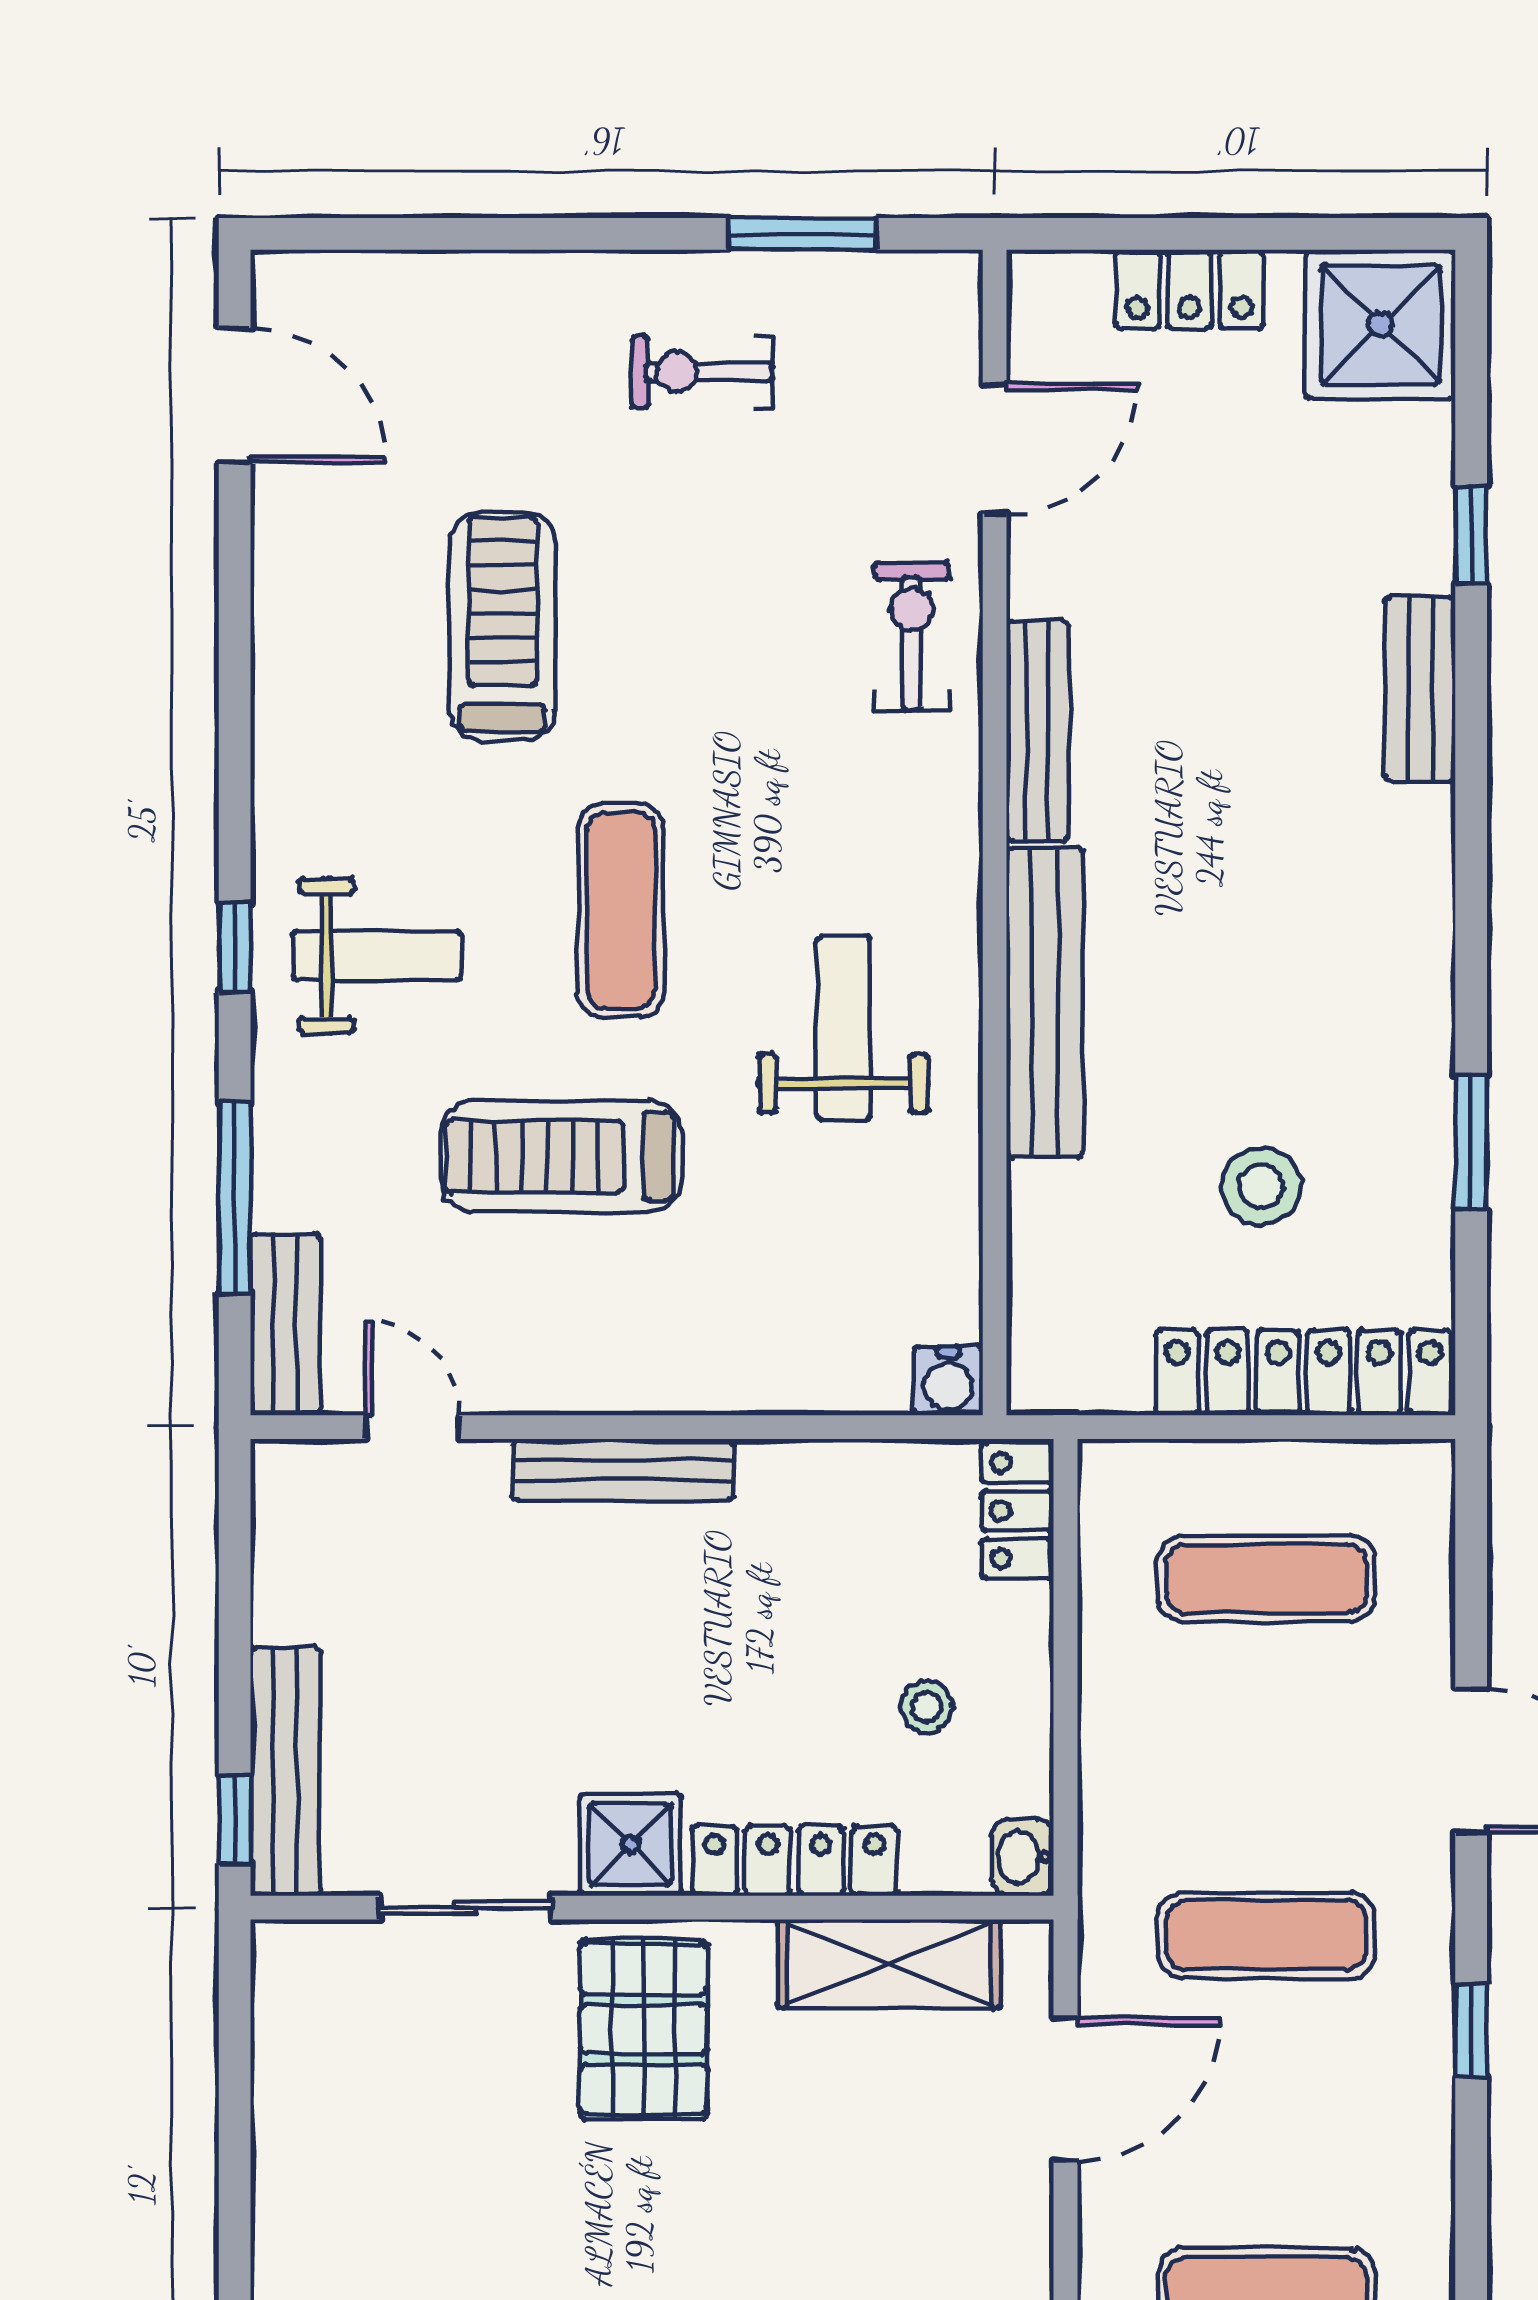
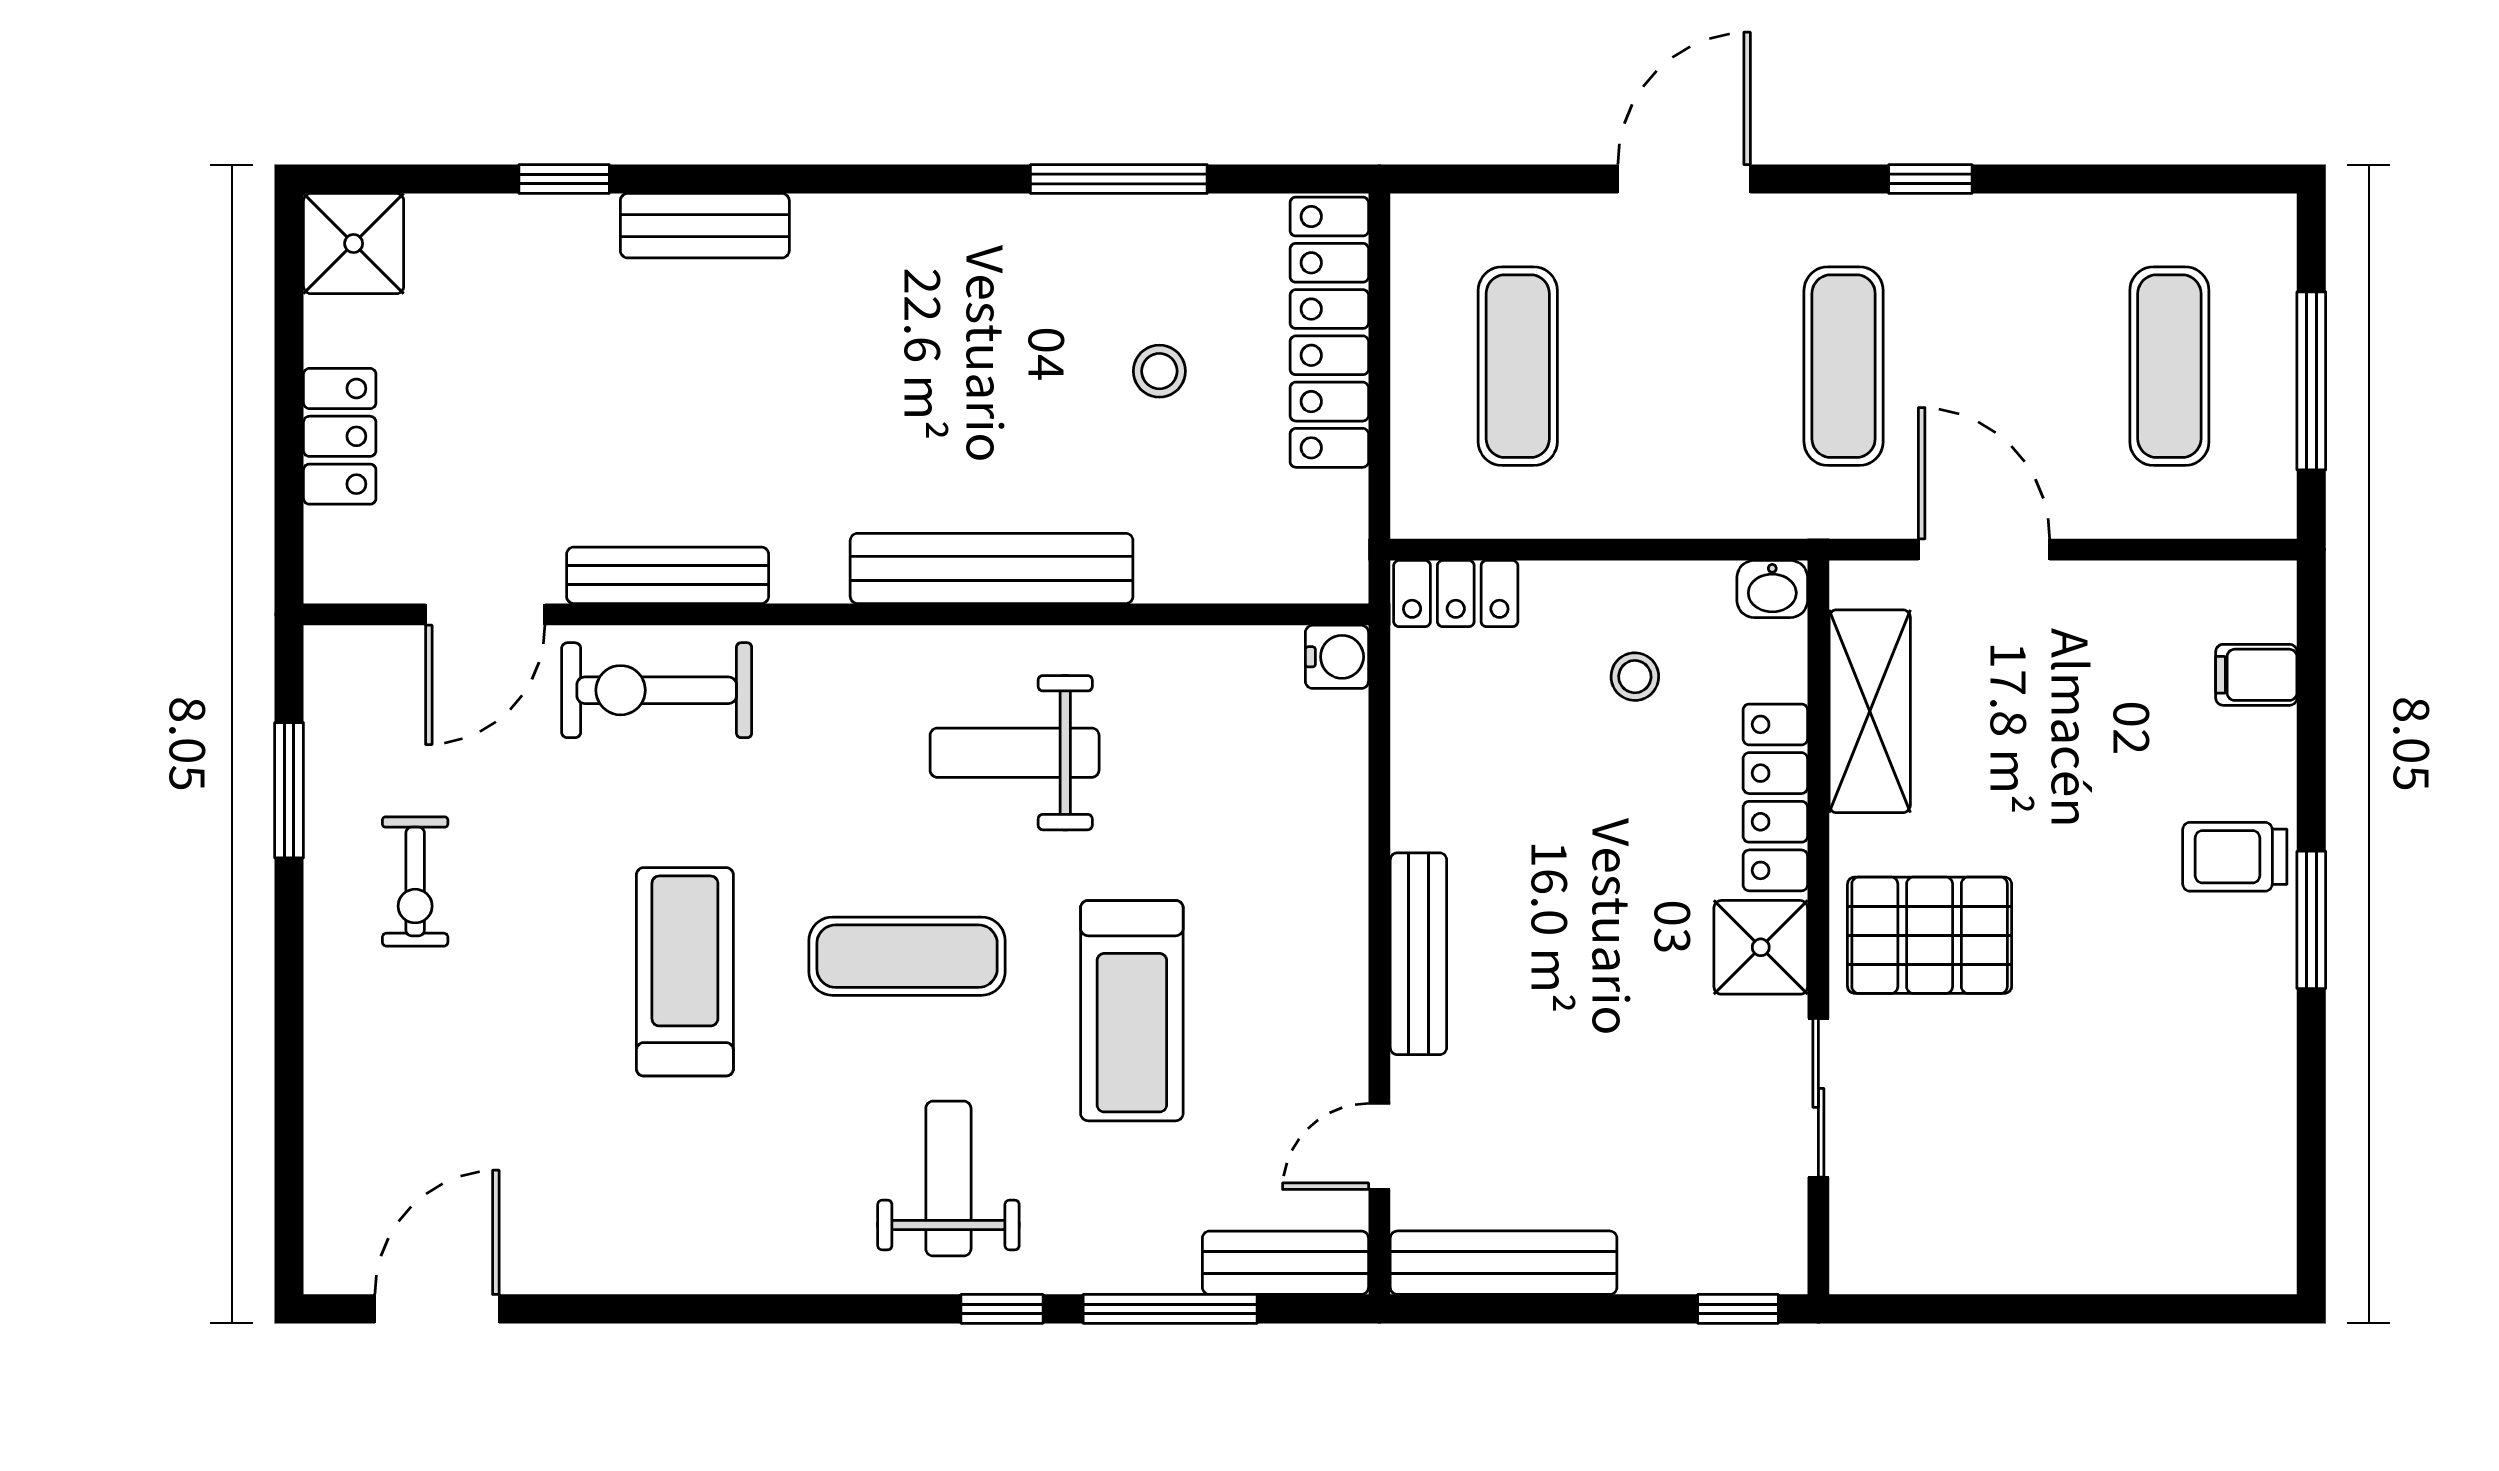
shower: (1381, 325) -> (354, 244), width x0.73, depth x0.73
door: (995, 449) -> (485, 614), swing flipped
treadmill: (503, 626) -> (685, 972), moved, turned 90
exercise bike: (912, 636) -> (657, 690), width x1.38, depth x1.39
bench: (1037, 731) -> (668, 575), moved
window: (235, 947) -> (1002, 1309), moved
window: (1471, 1142) -> (1119, 179), width x1.44
stool: (1261, 1186) -> (1159, 371), width x0.73, depth x0.73
bench: (285, 1772) -> (1504, 1263), moved

